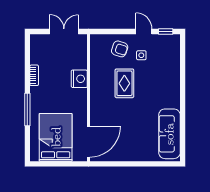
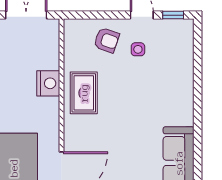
rug: (124, 83) -> (84, 93), moved

